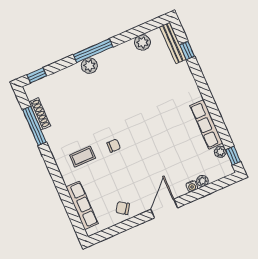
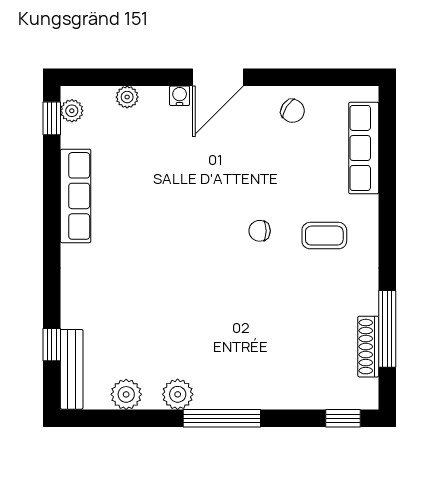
plant: (89, 66) -> (178, 394), moved
plant: (220, 152) -> (72, 111), moved
water cooler: (192, 186) -> (180, 96), moved

